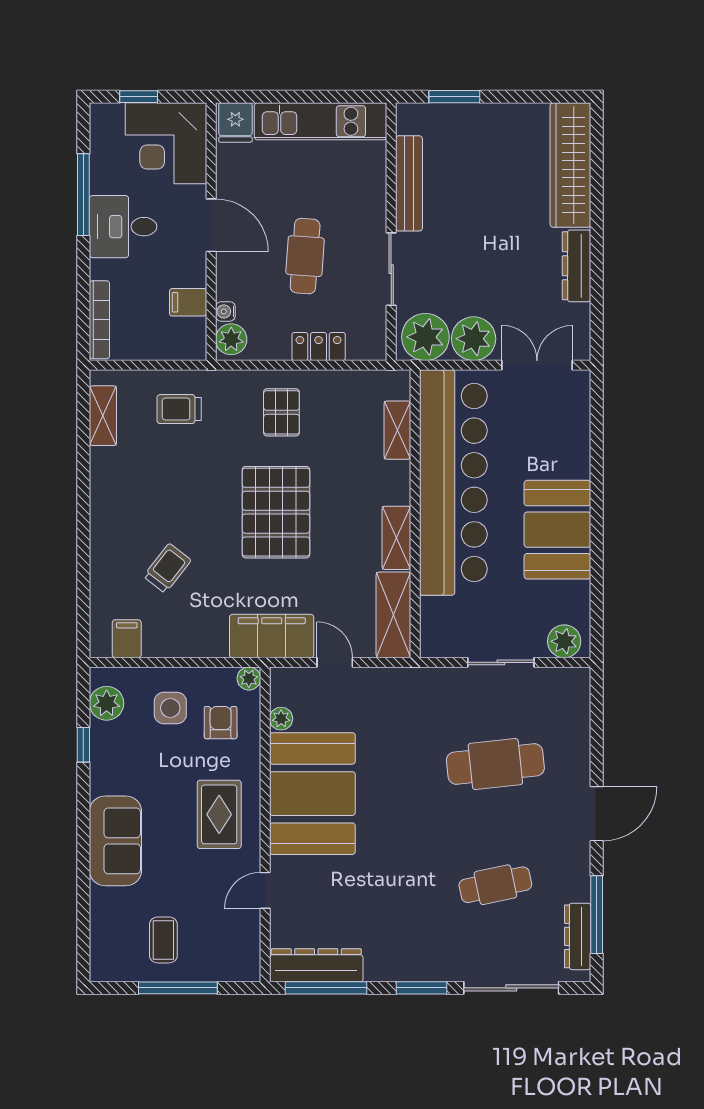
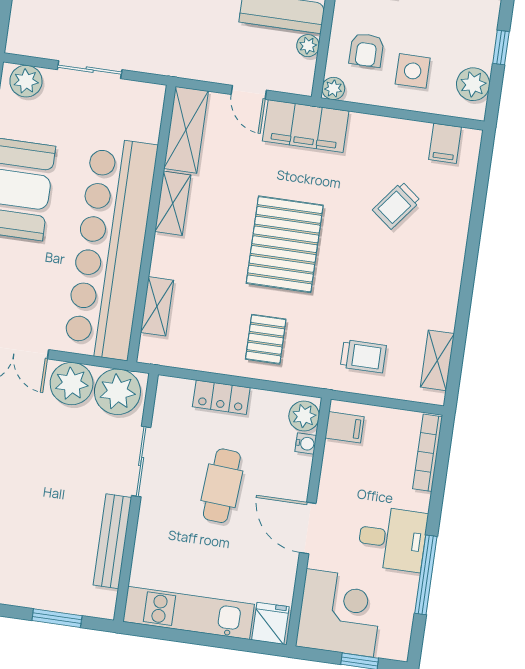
filing cabinet: (188, 302) -> (345, 427), moved

